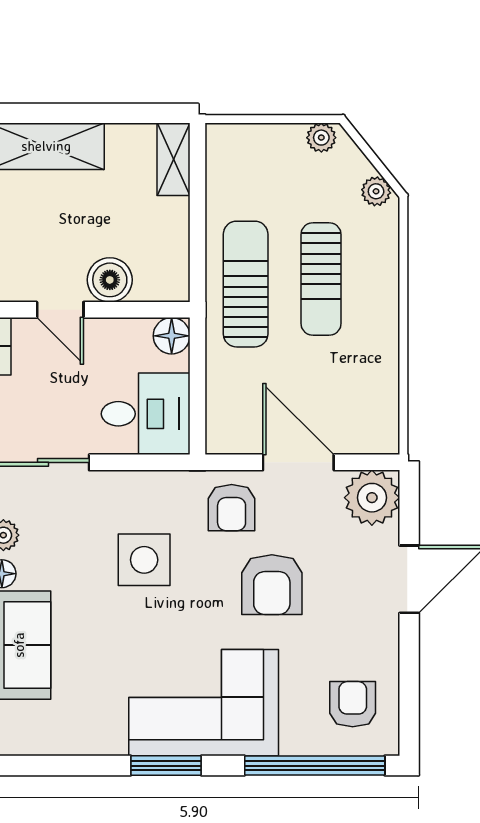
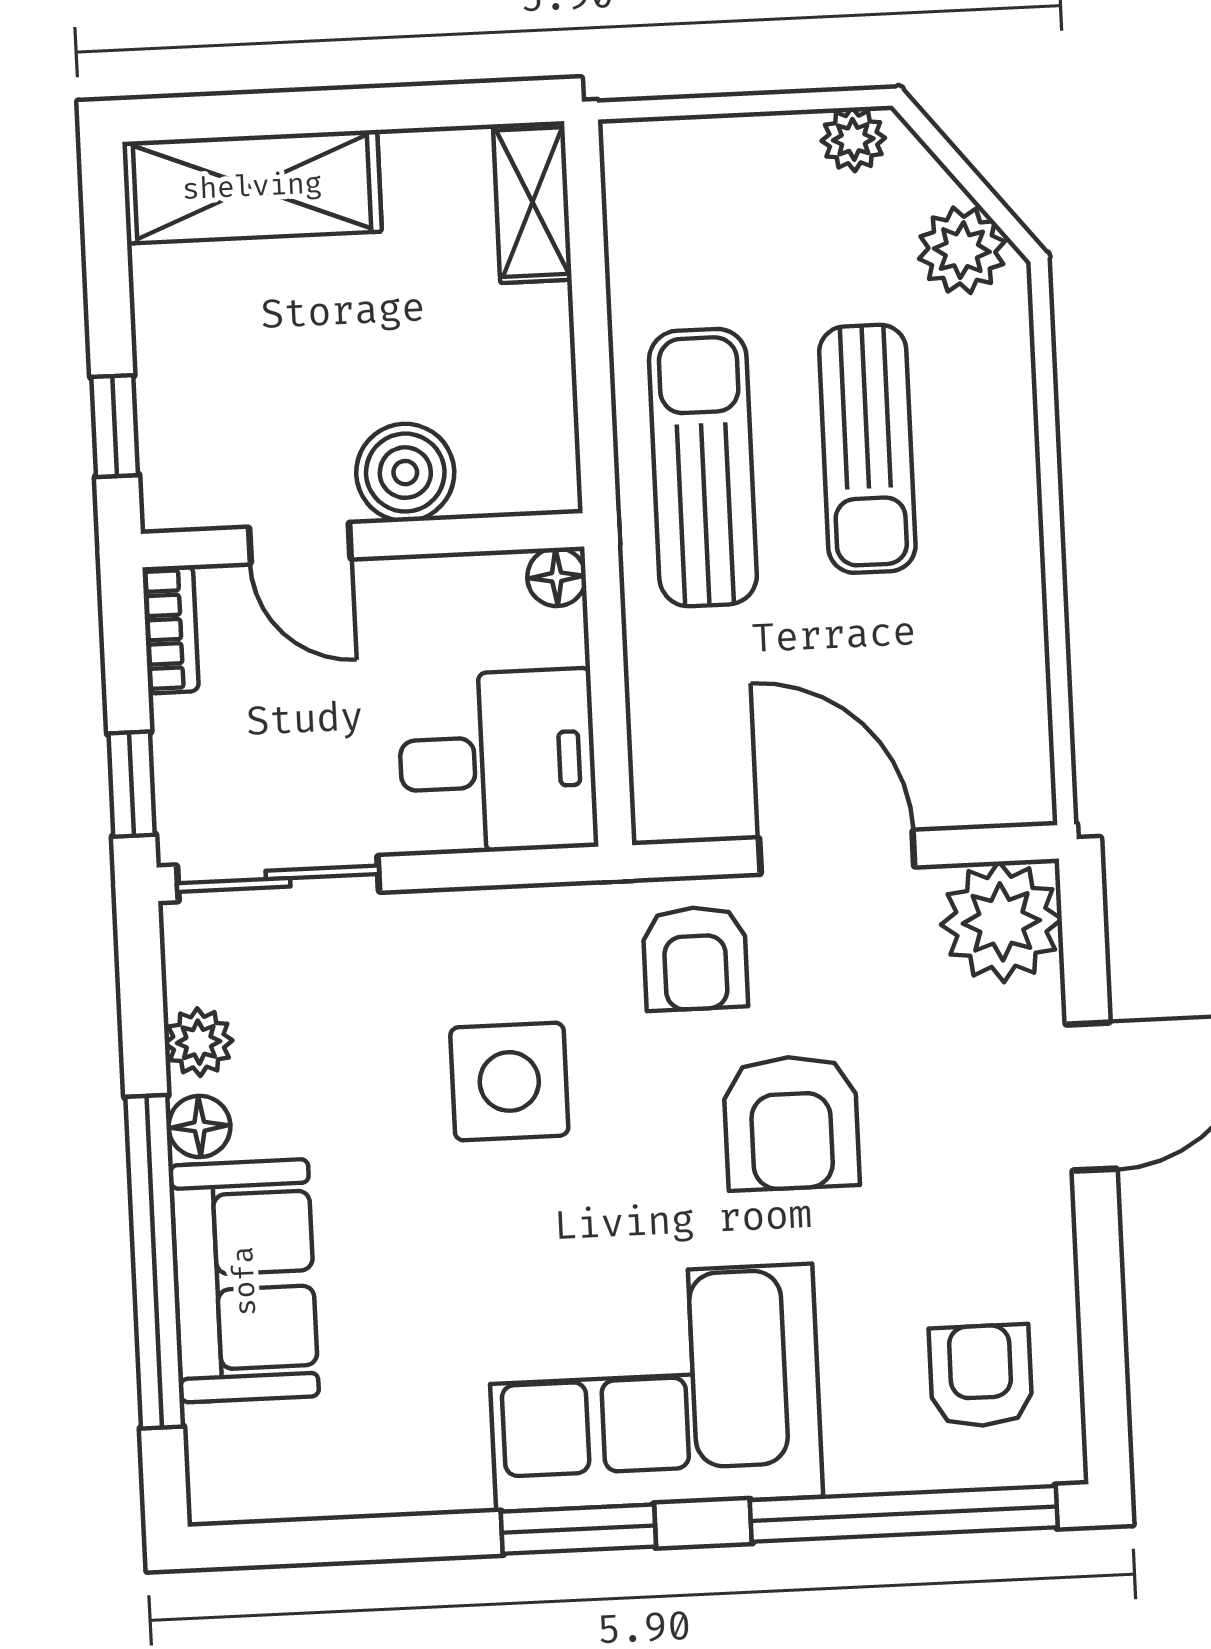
plant: (376, 191) -> (962, 250), width x1.38, depth x1.38
floor lamp: (172, 336) -> (557, 577), width x0.73, depth x0.73

